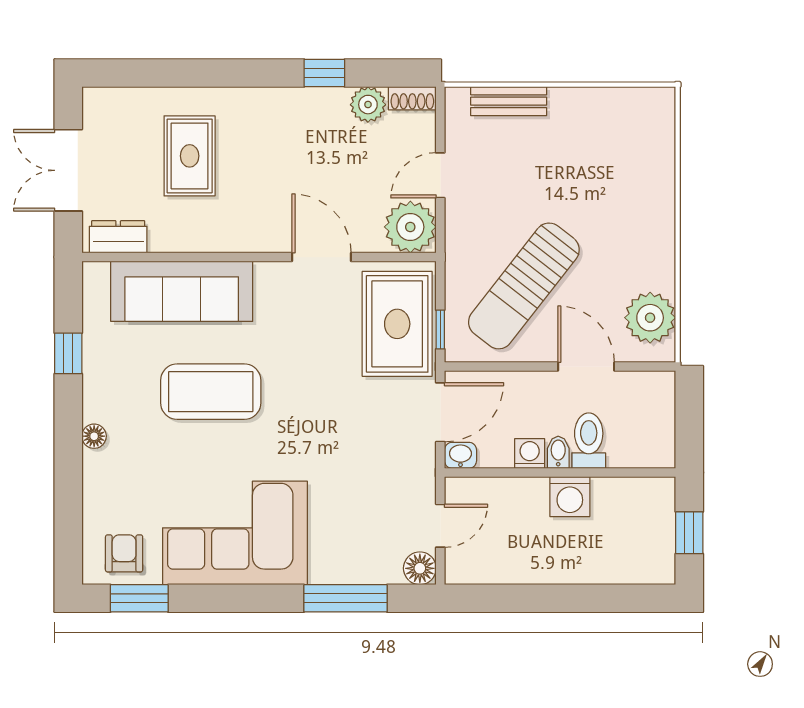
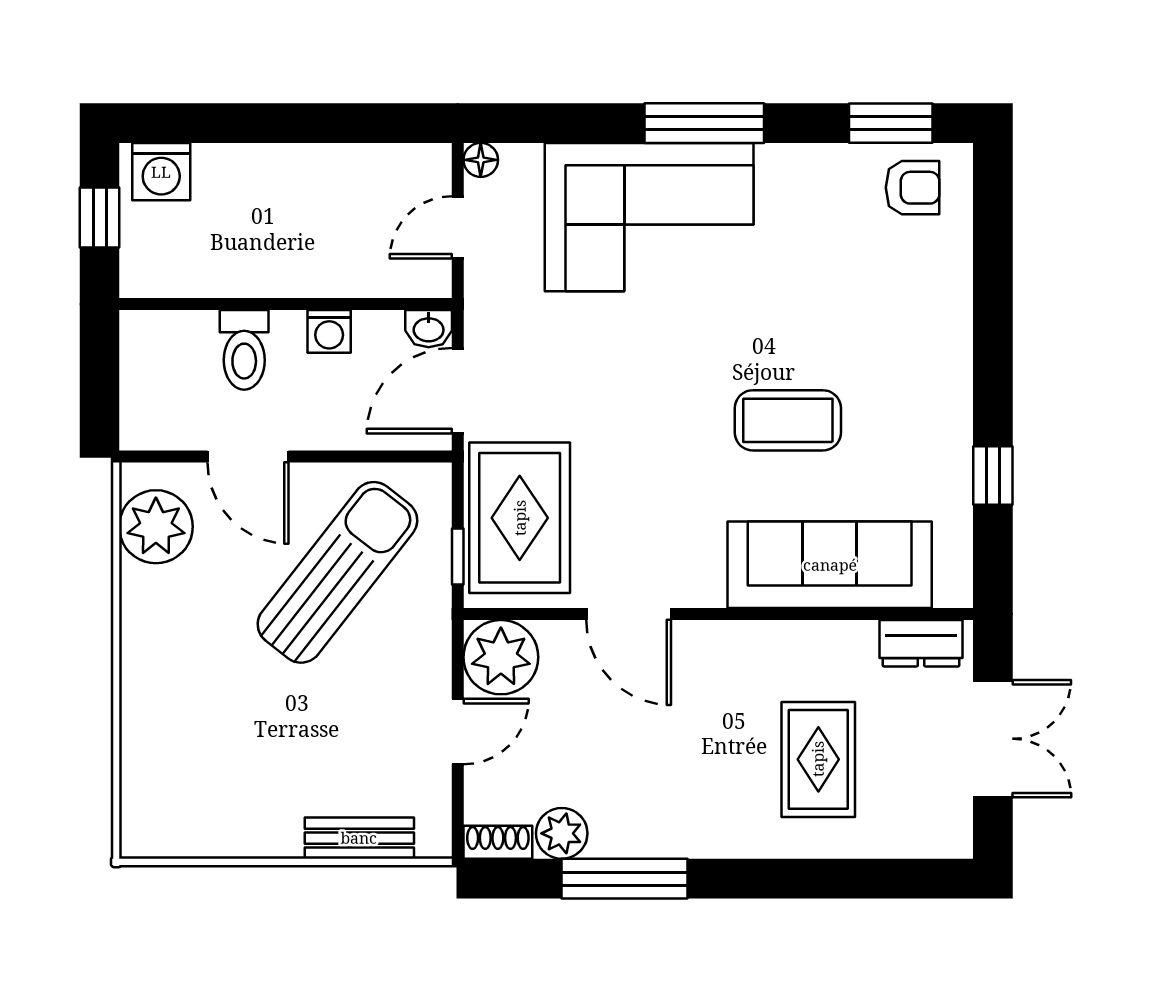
window: (324, 73) -> (625, 879), width x2.17
window: (440, 329) -> (458, 556), moved
coffee table: (211, 392) -> (788, 420), width x0.73, depth x0.76
floor lamp: (94, 436) -> (956, 356), removed
bidet: (558, 452) -> (288, 333), removed
washing machine: (570, 497) -> (161, 172), moved, turned 180
corner sofa: (235, 533) -> (649, 217), moved
armchair: (124, 553) -> (913, 188), turned -90
floor lamp: (420, 568) -> (481, 160), width x0.73, depth x0.73
window: (346, 598) -> (704, 123), moved

